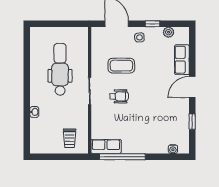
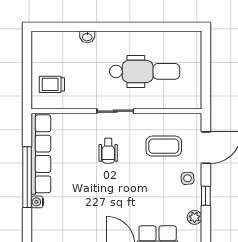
coffee table: (121, 66) -> (164, 146), moved, turned 90
row of seats: (106, 146) -> (41, 154), width x2.02
water cooler: (173, 149) -> (37, 202), moved
window: (122, 157) -> (27, 177), moved

